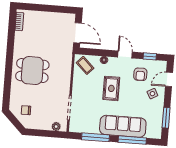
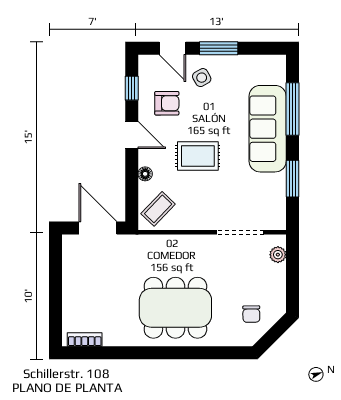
door: (77, 33) -> (98, 228), hinge flipped
door: (125, 54) -> (132, 135), swing flipped
dining table: (32, 71) -> (175, 308), width x1.38
window: (166, 118) -> (219, 48), moved
window: (96, 137) -> (292, 179), width x0.69

